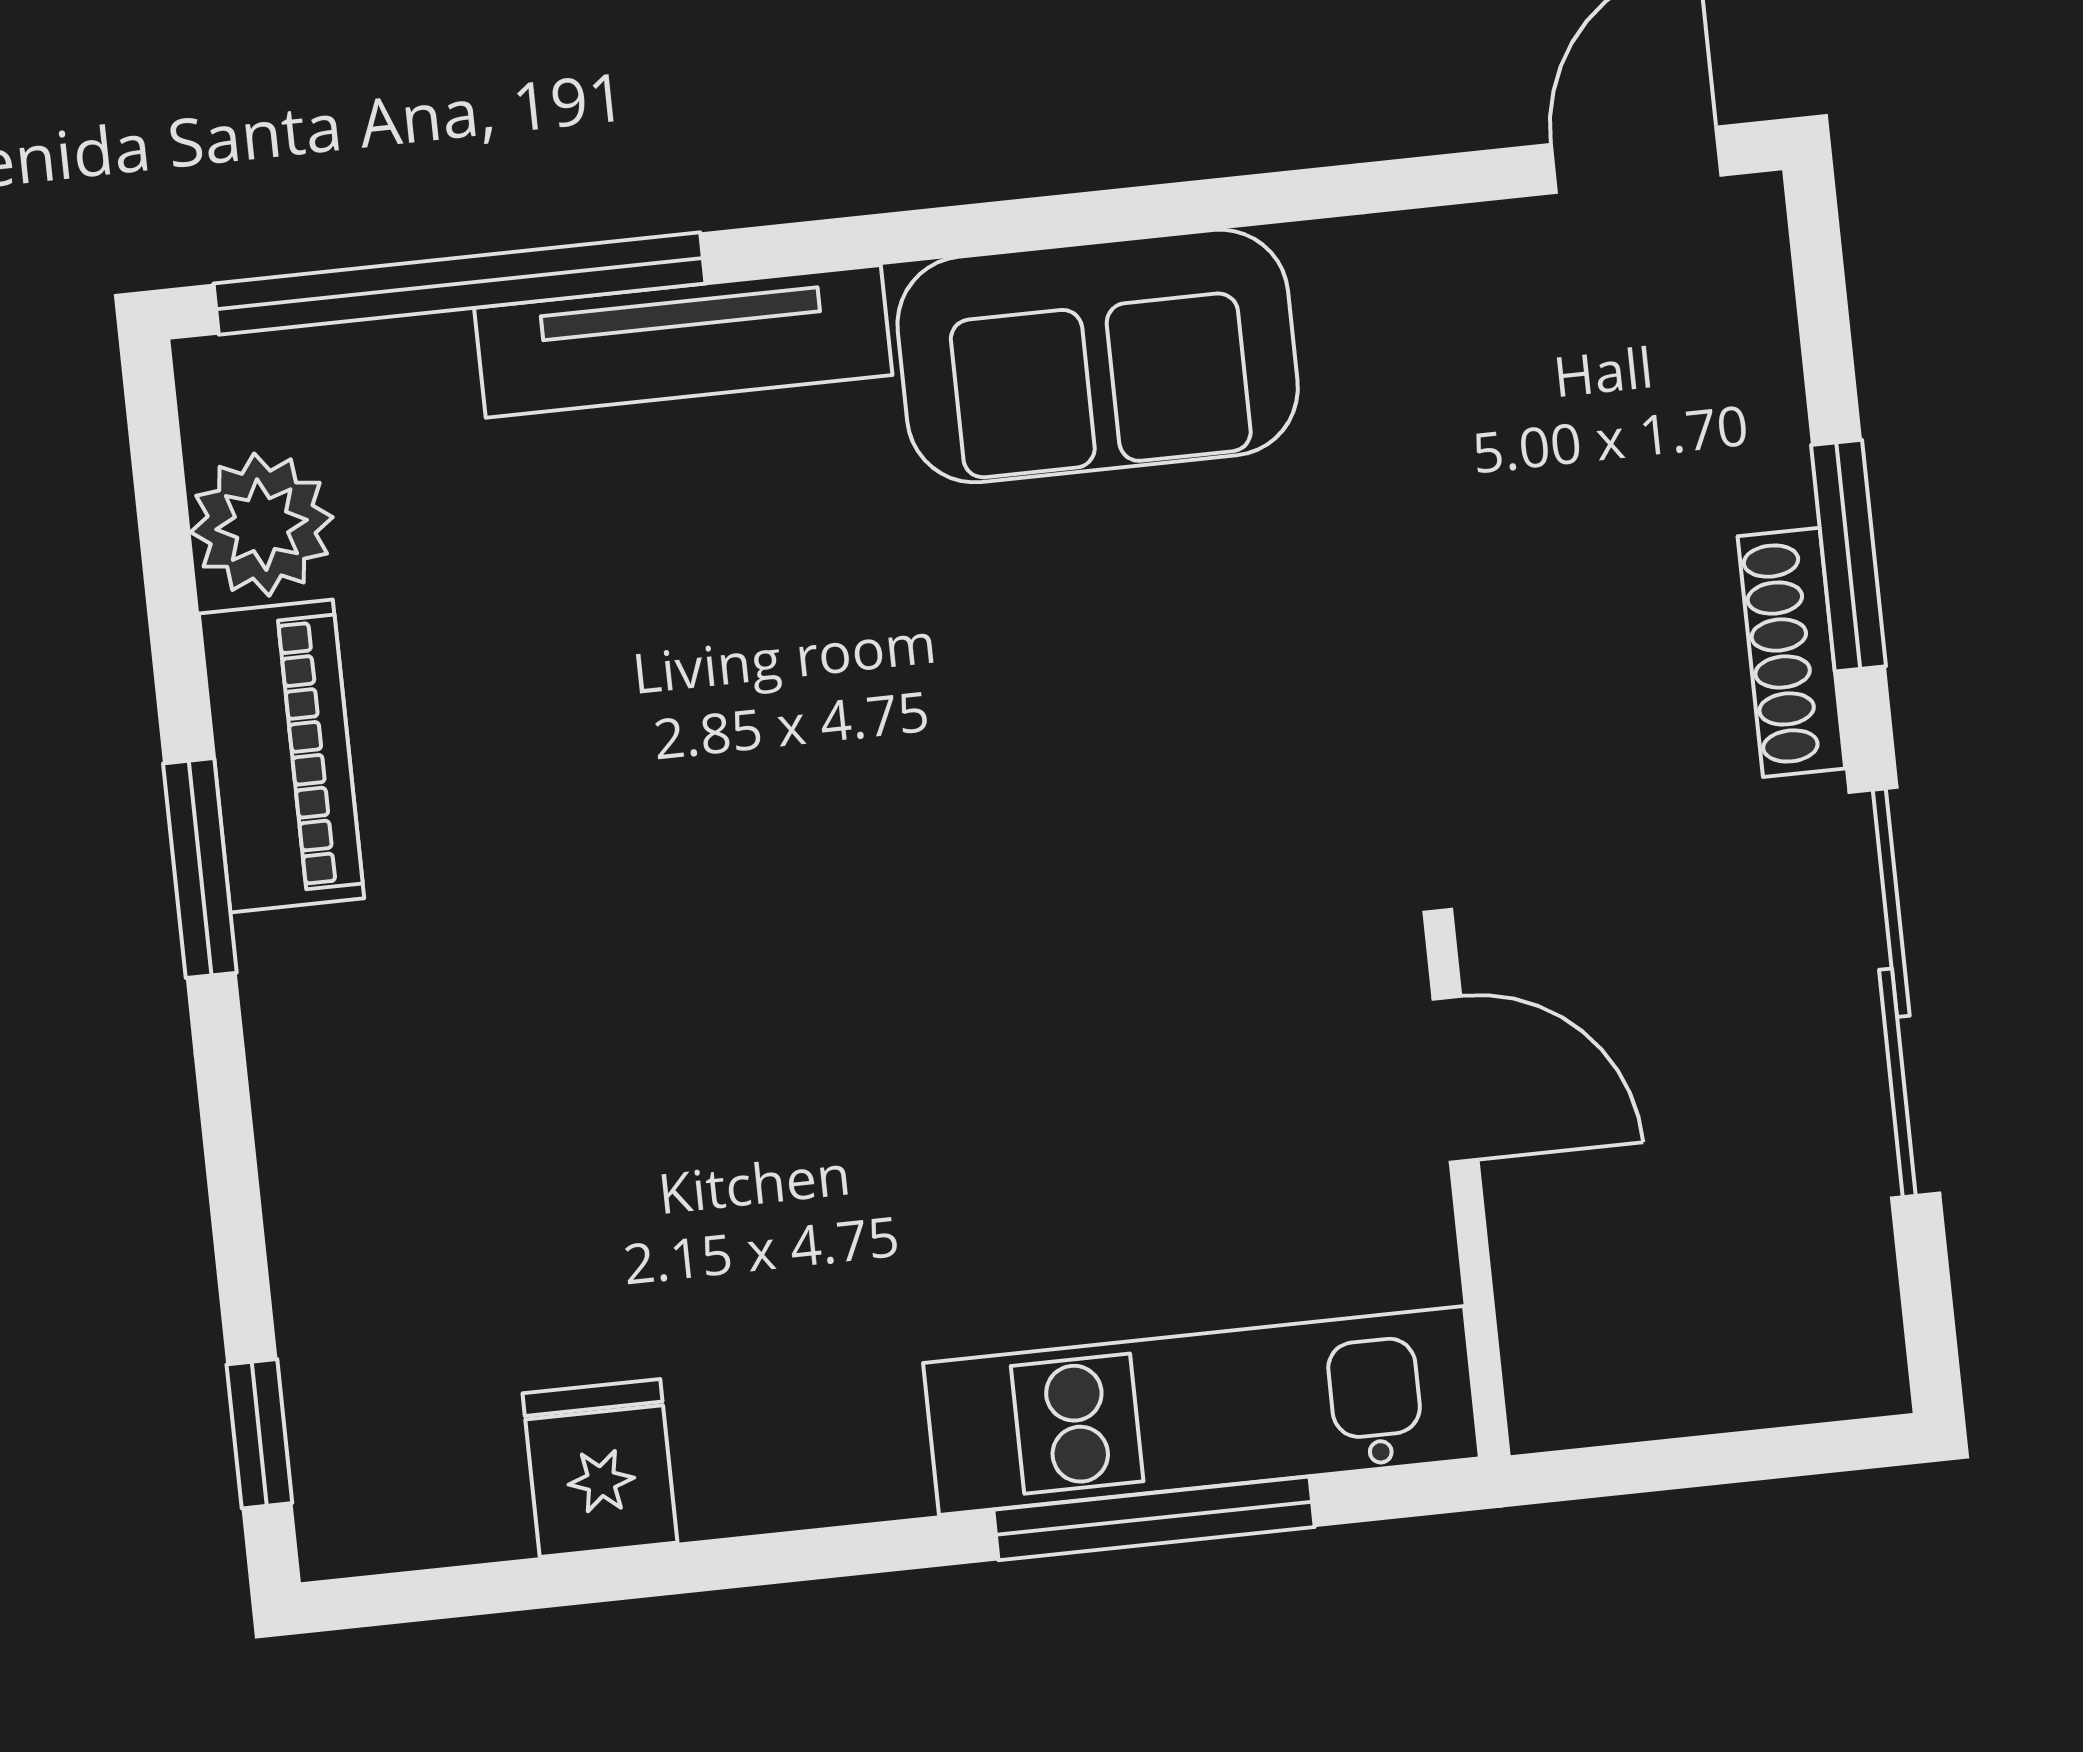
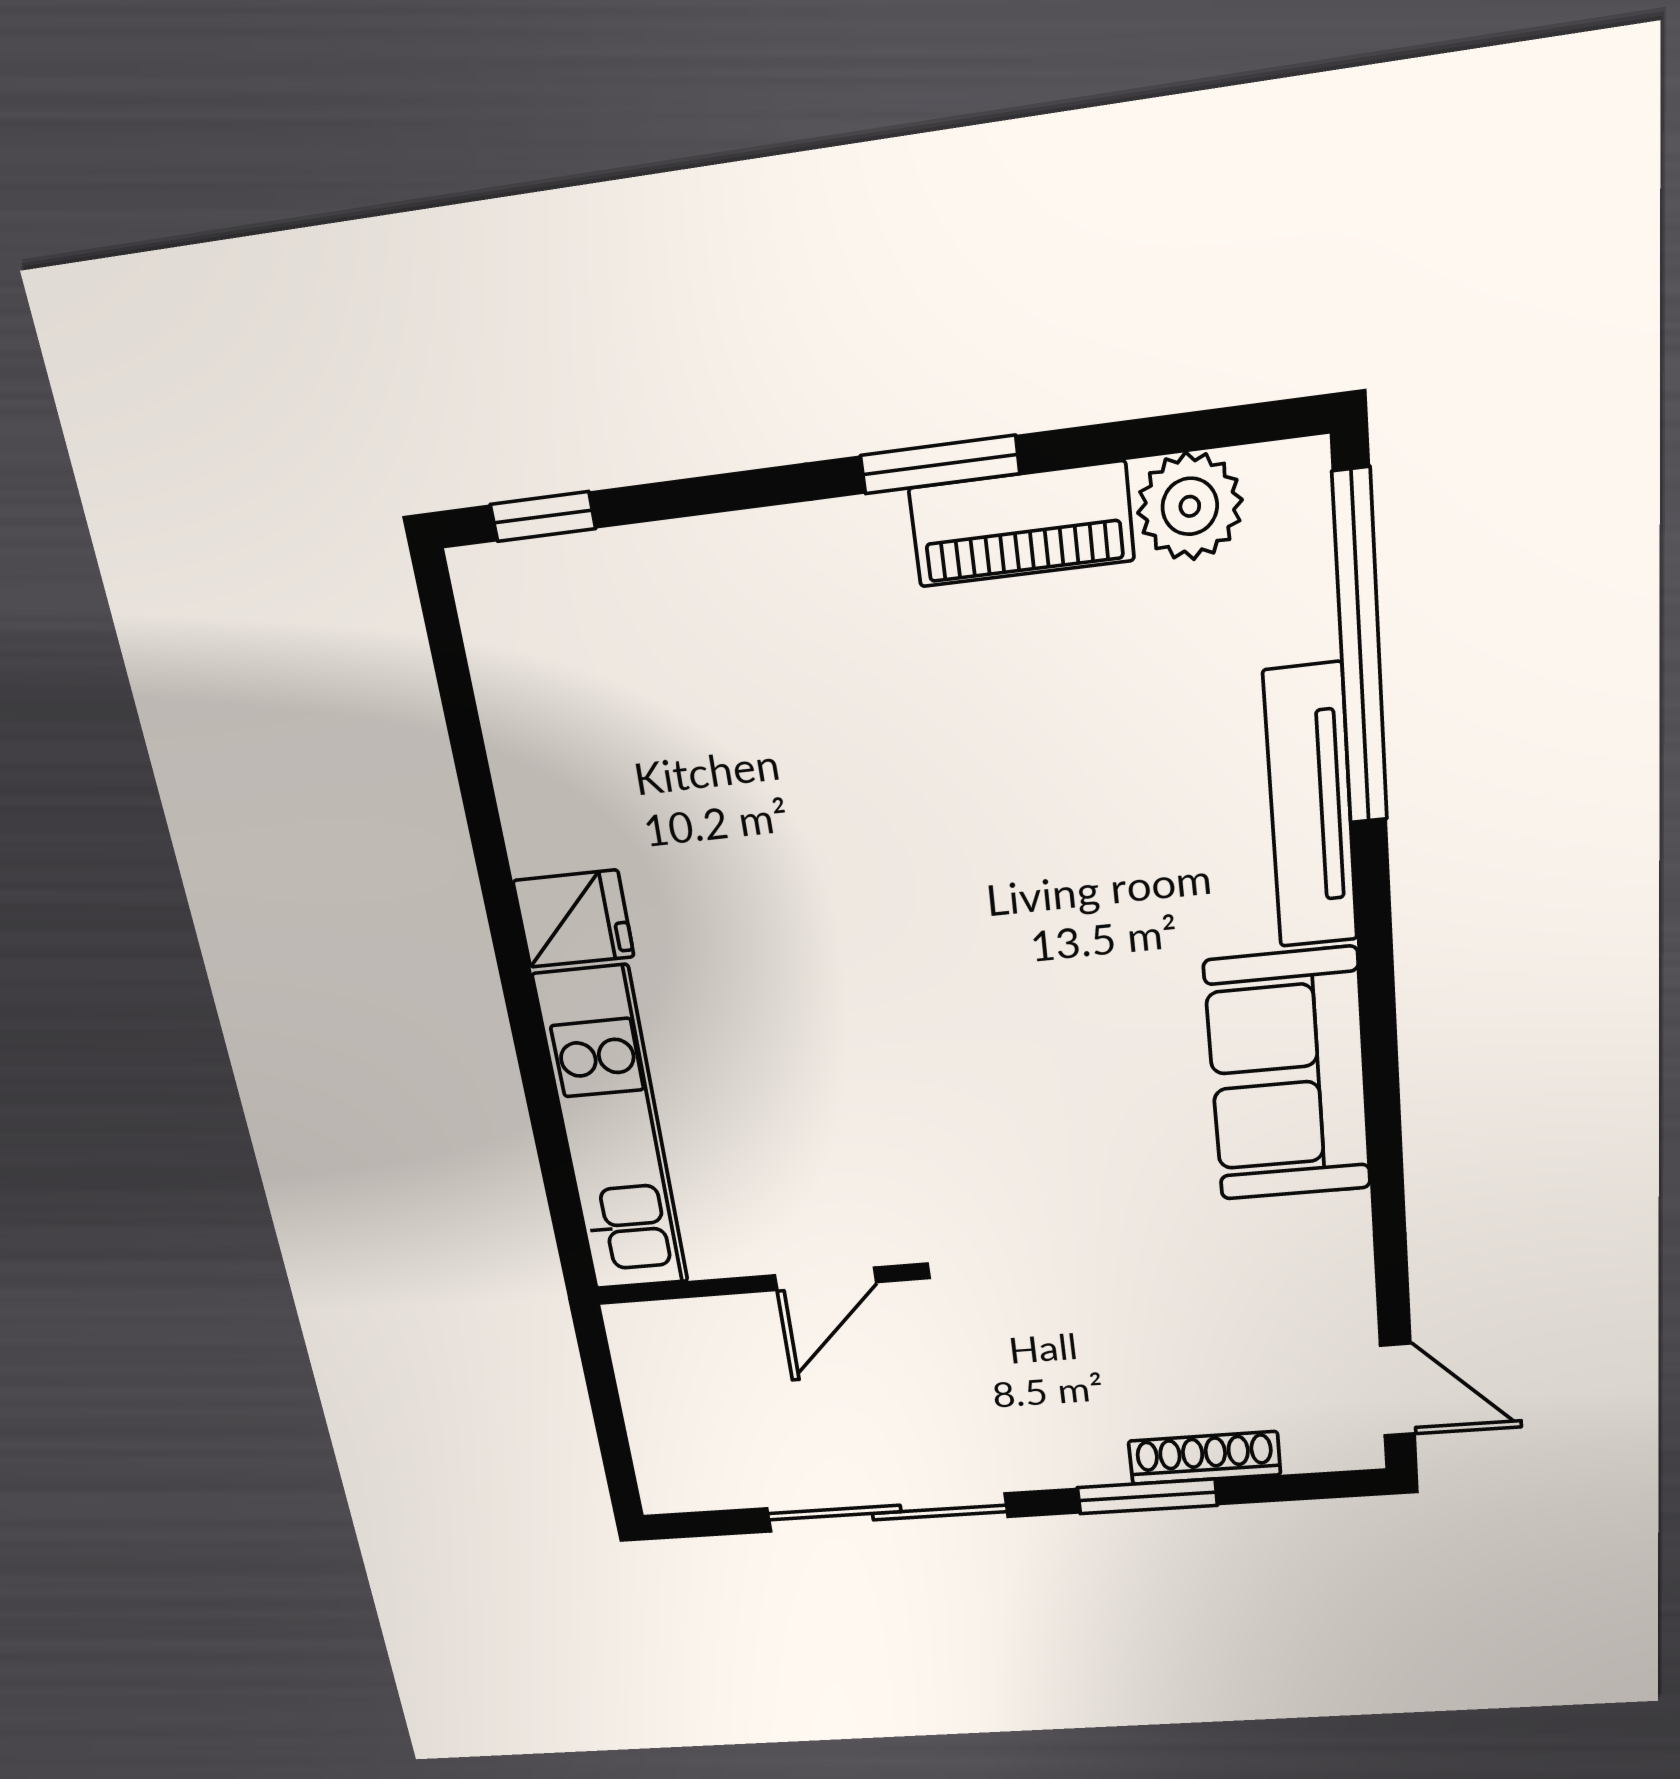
shoe rack: (1791, 652) -> (1204, 1458), moved
fridge: (600, 1468) -> (574, 919), moved
window: (1154, 1518) -> (543, 1103), removed

